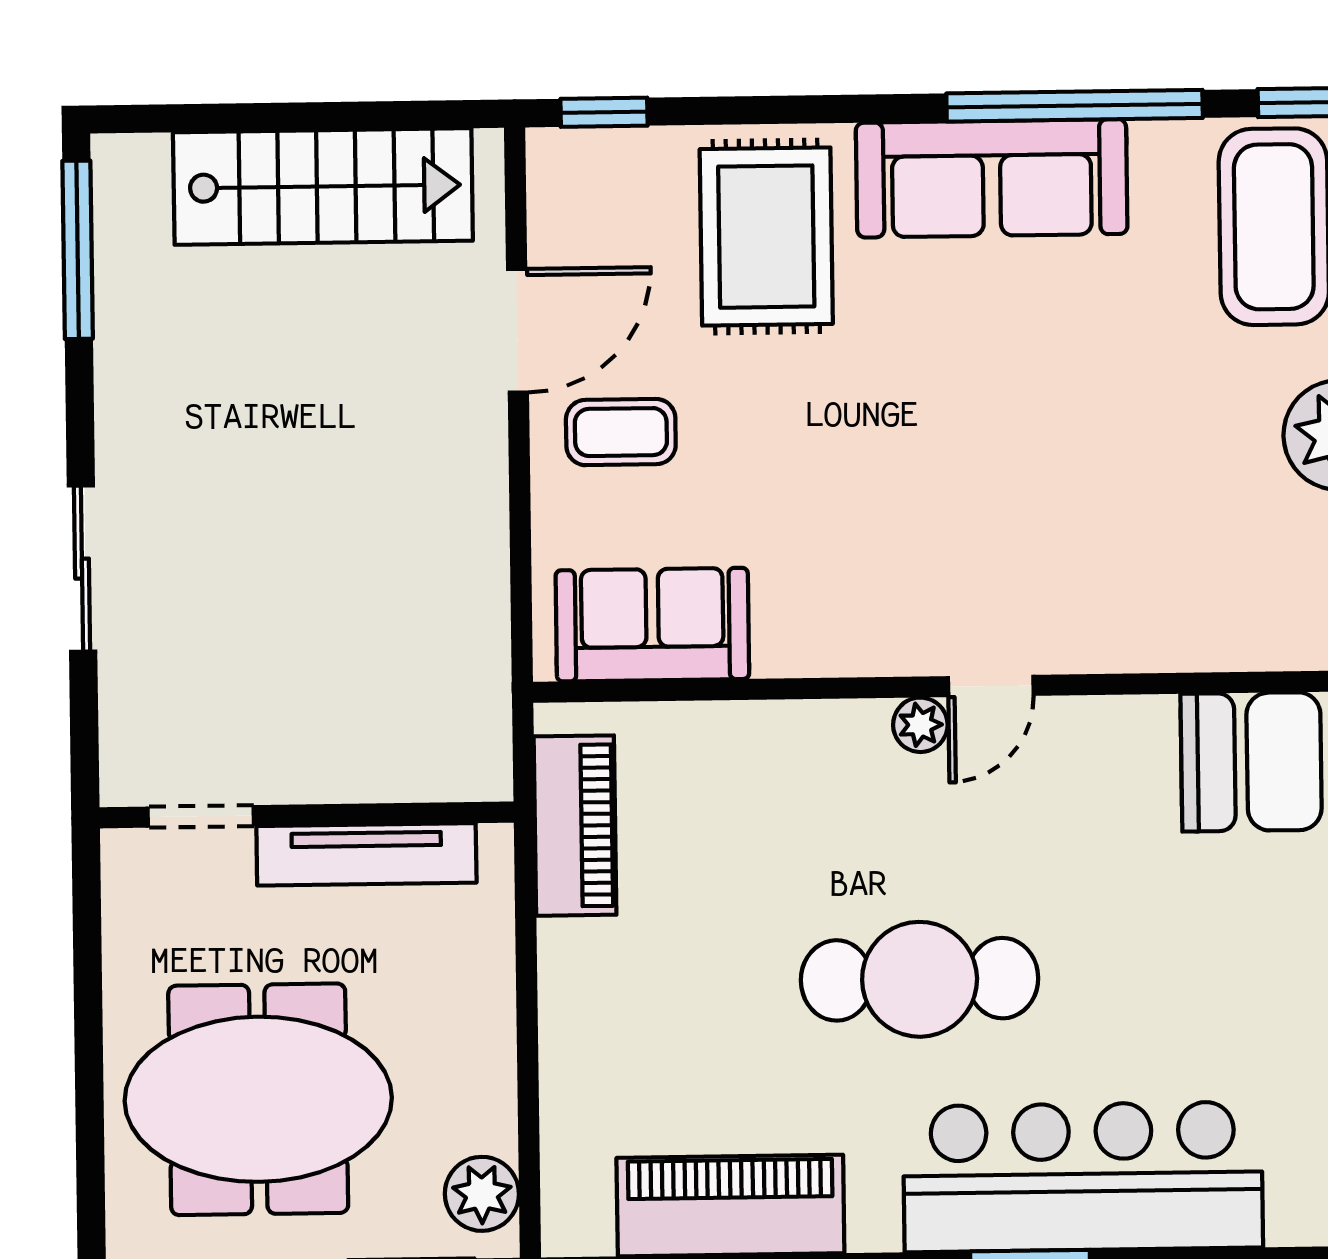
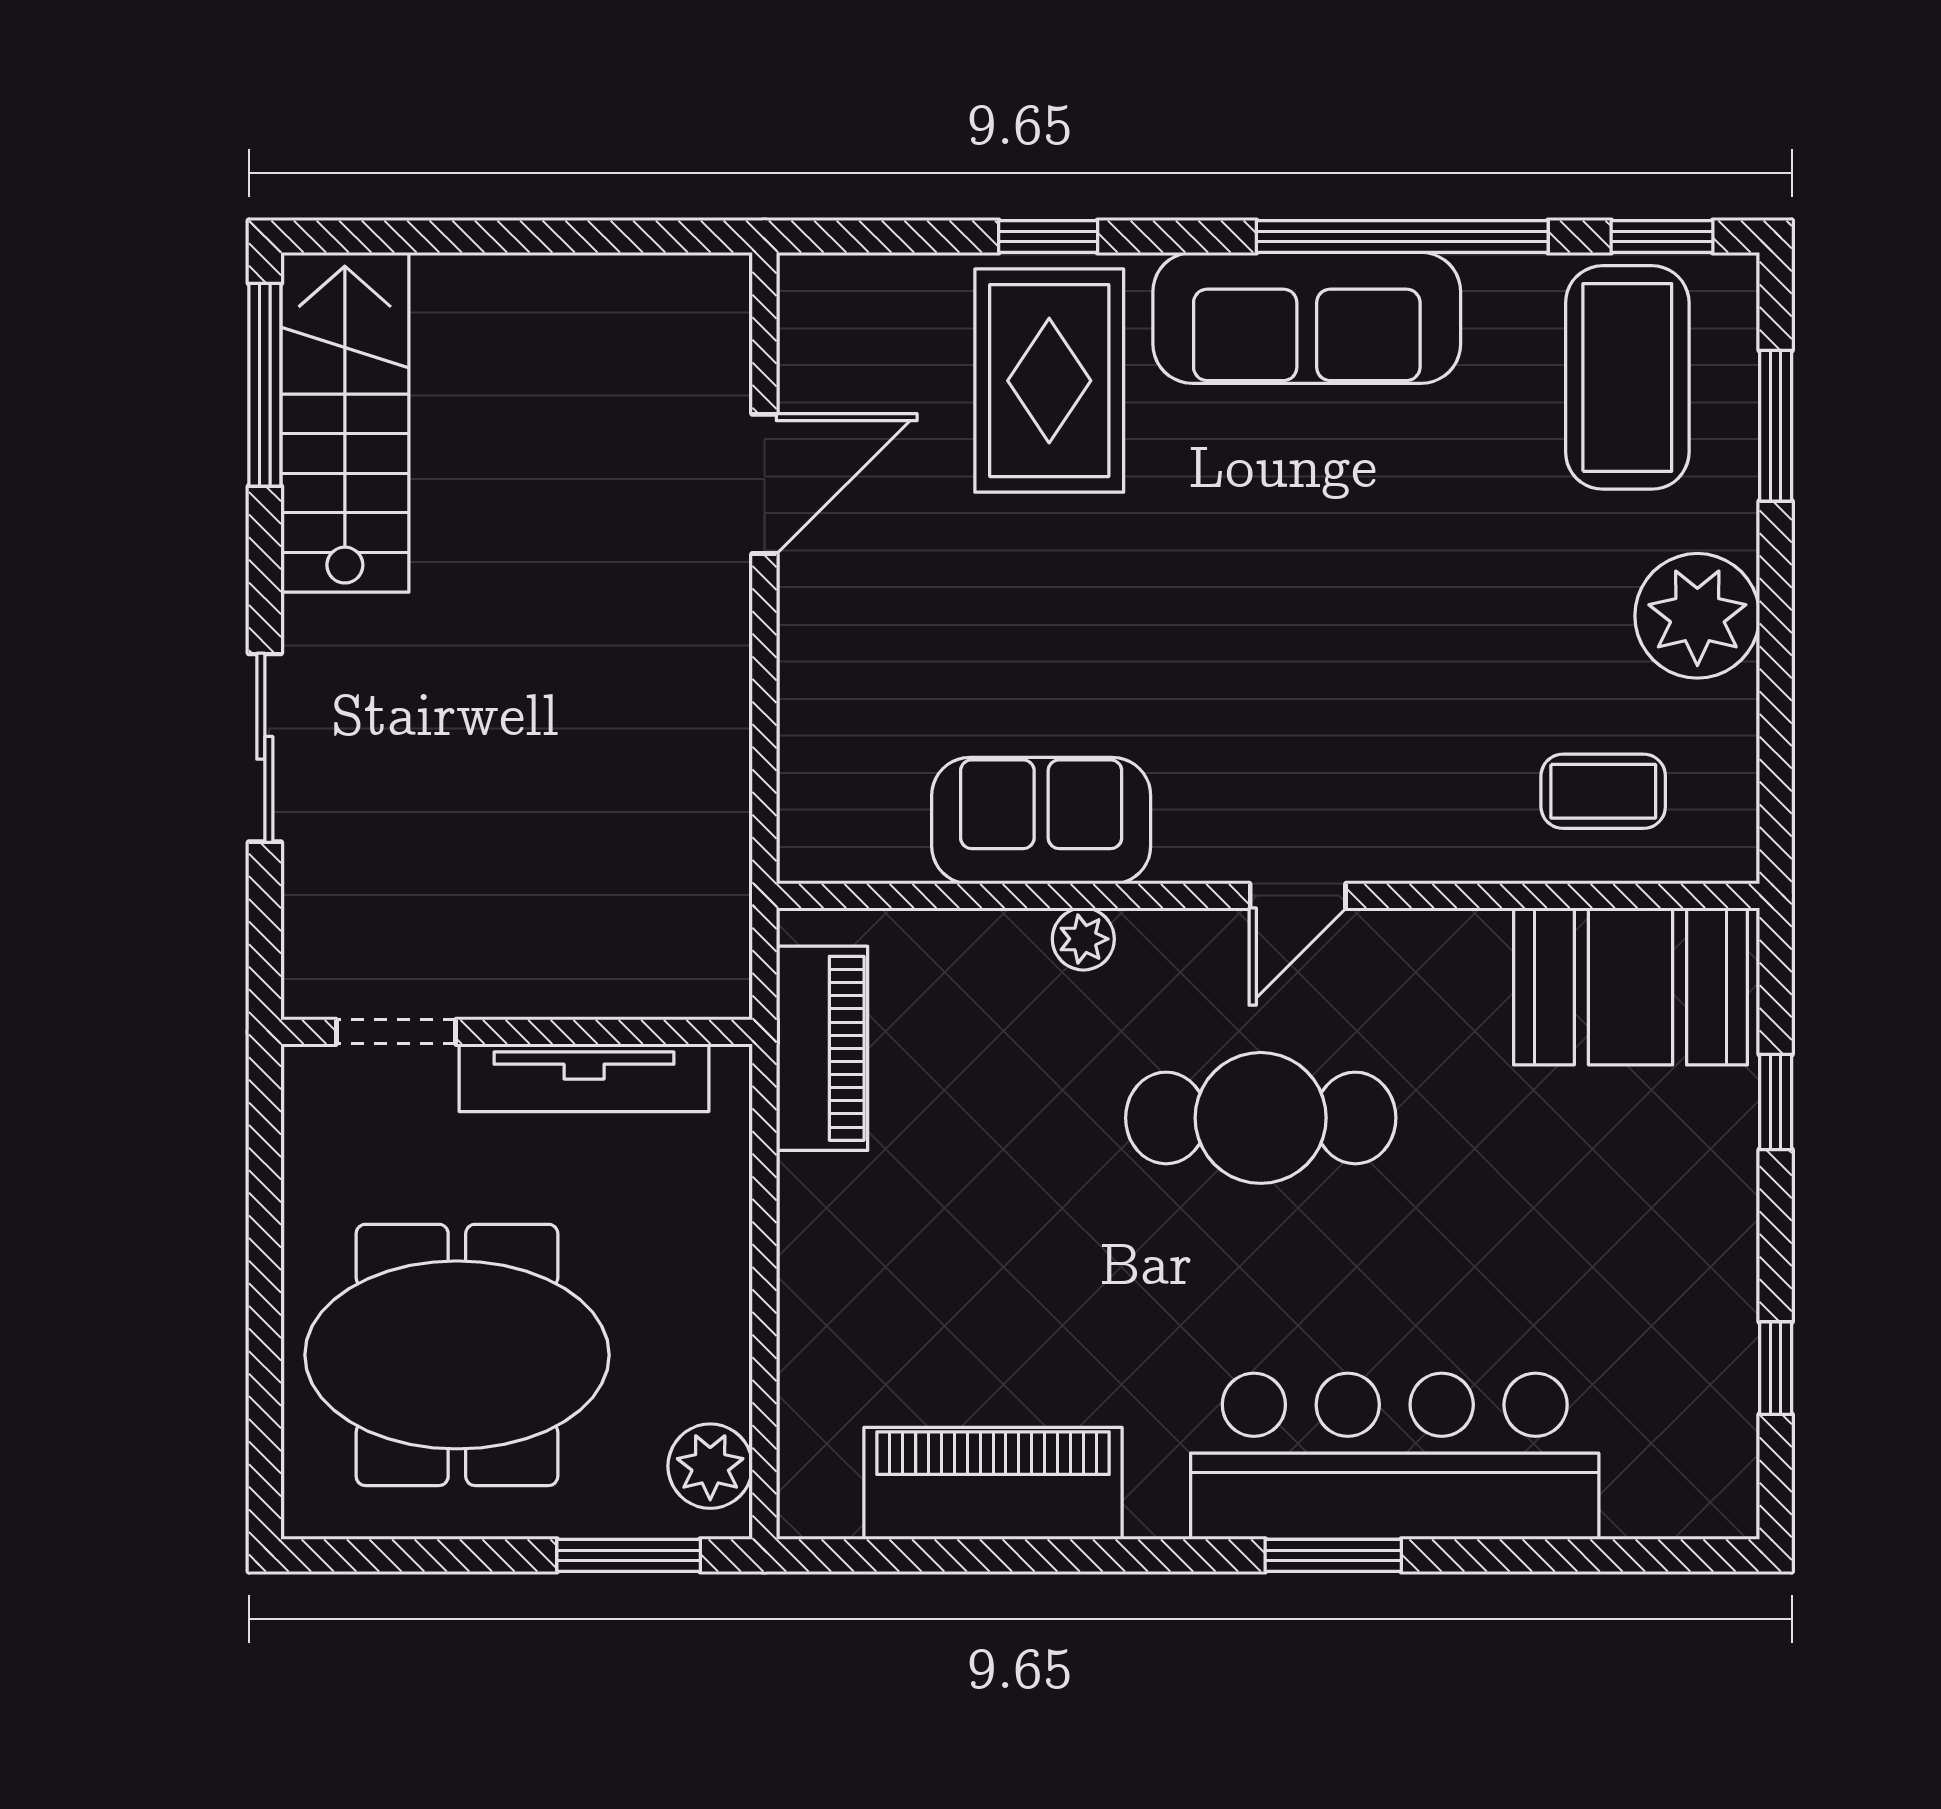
window: (604, 112) -> (1048, 236), moved
stairs: (323, 187) -> (345, 422), moved, turned -90
coffee table: (621, 432) -> (1603, 791), moved
sofa: (652, 625) -> (1041, 821), moved
plant: (920, 725) -> (1083, 939), moved
cafe table: (920, 979) -> (1261, 1118), moved

